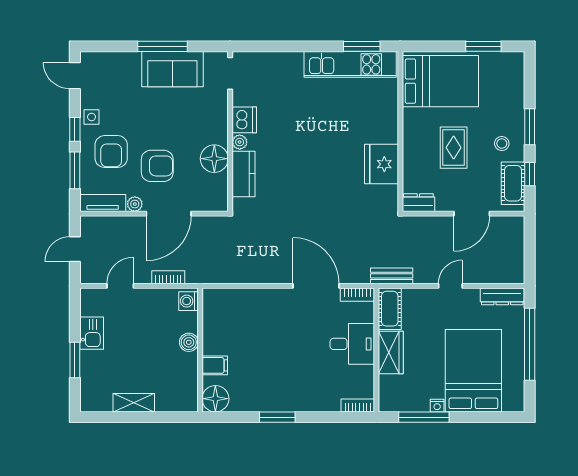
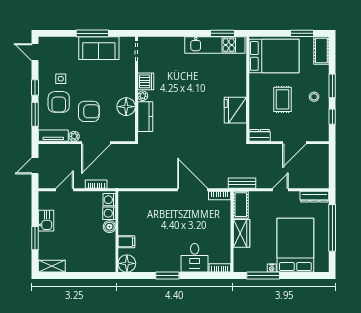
side table: (92, 117) -> (61, 79), moved
cot: (513, 183) -> (321, 51), moved
washing machine: (188, 322) -> (109, 213), added
desk: (352, 344) -> (195, 258), moved, turned 90
shelving: (134, 403) -> (52, 266), moved

